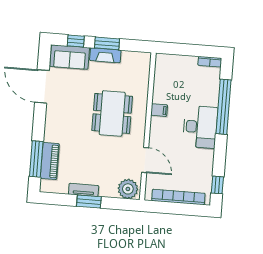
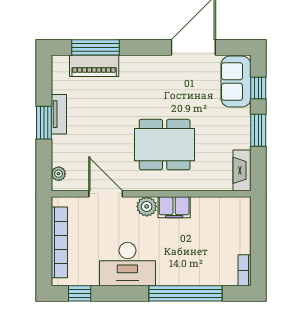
fireplace: (105, 55) -> (242, 170), moved
filing cabinet: (159, 110) -> (174, 207), width x2.00
desk: (200, 127) -> (127, 264), moved
plant: (157, 130) -> (147, 206), added
door: (145, 160) -> (106, 194), swing flipped
plant: (128, 189) -> (59, 174), width x0.53, depth x0.53

